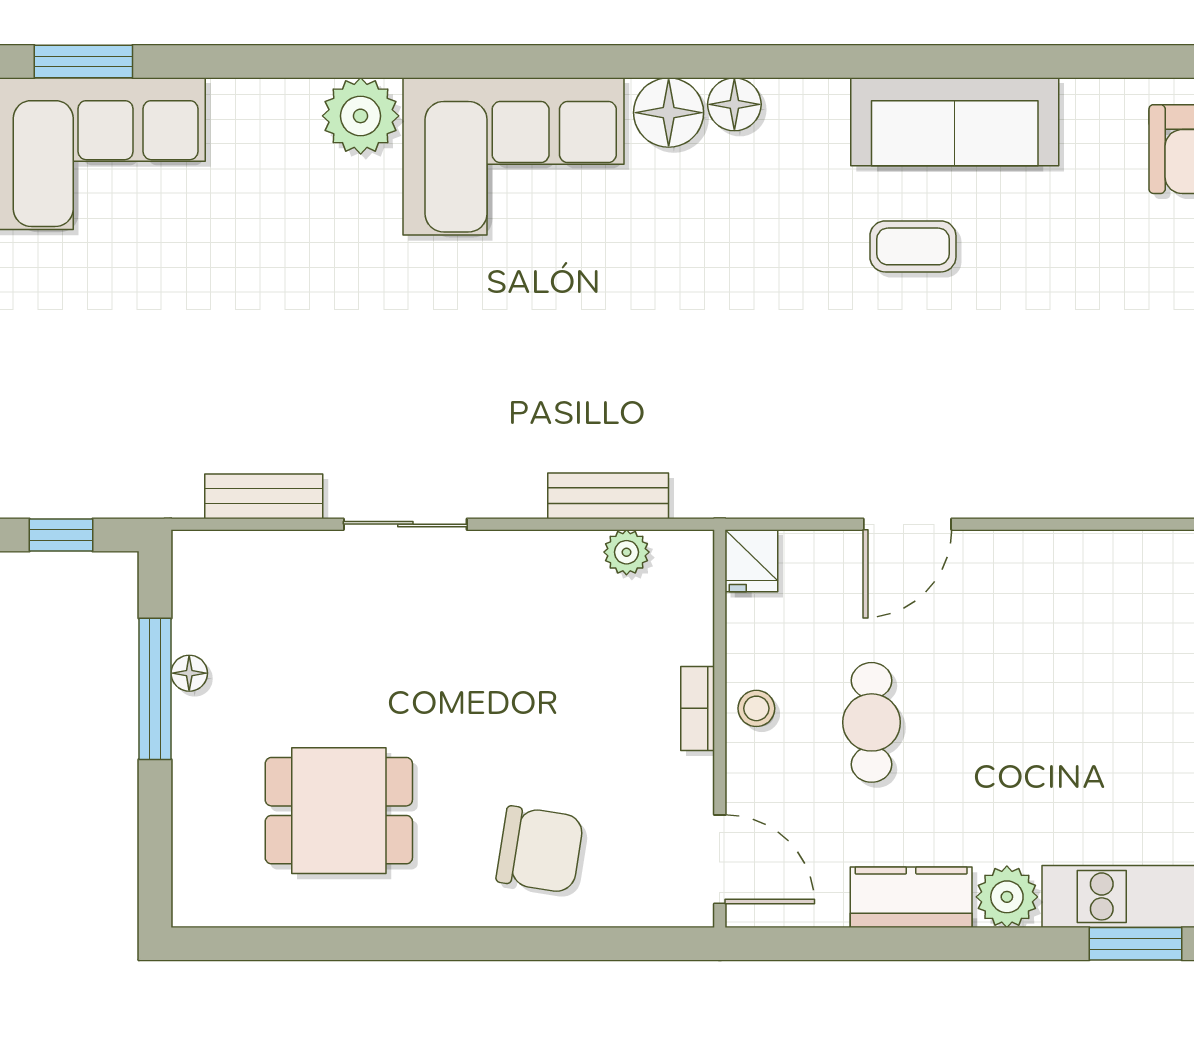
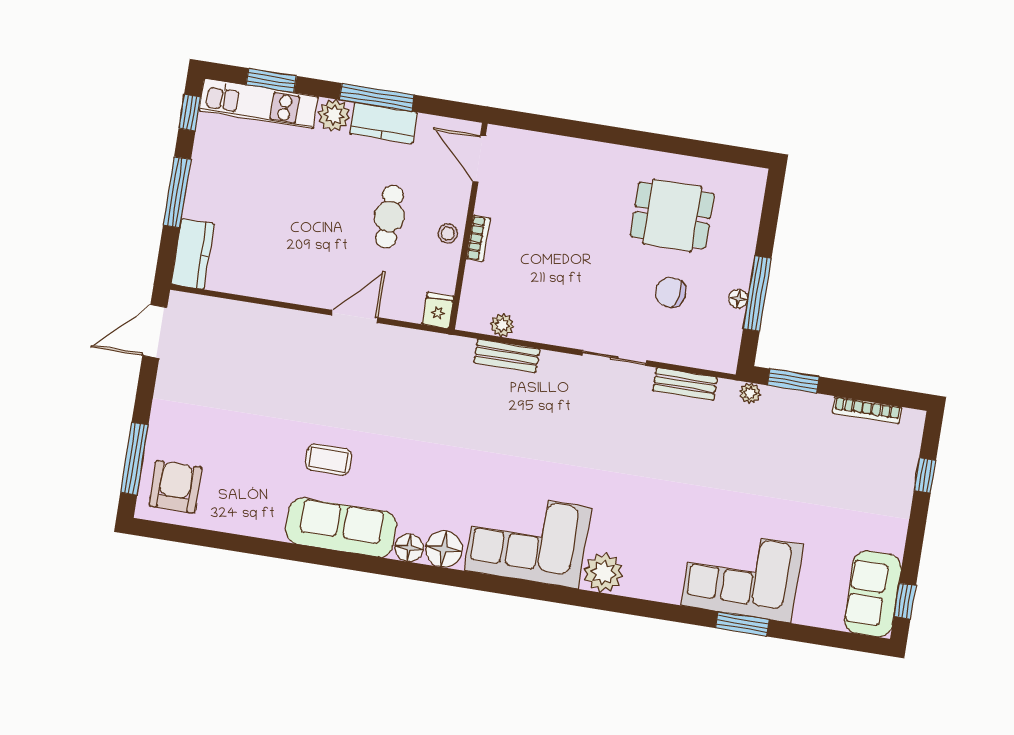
sofa: (955, 122) -> (341, 528), moved
plant: (138, 499) -> (750, 393), added
window: (61, 535) -> (793, 381), width x1.50
chair: (540, 849) -> (671, 293), moved, width x0.73, depth x0.73
window: (932, 944) -> (377, 97), added

